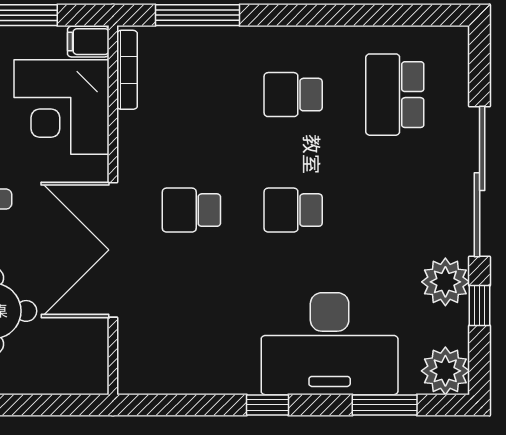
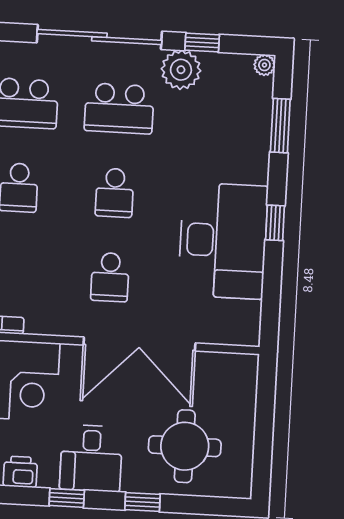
school desk: (395, 210) -> (119, 108), added
desk: (330, 344) -> (223, 241), moved
plant: (445, 371) -> (264, 65), width x0.53, depth x0.53

